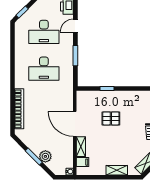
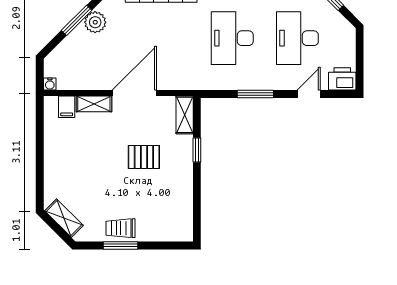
door: (75, 26) -> (309, 94), hinge flipped
pallet: (111, 118) -> (144, 157), turned 90
plant: (45, 156) -> (95, 22), moved
shelving: (117, 170) -> (185, 115), moved

